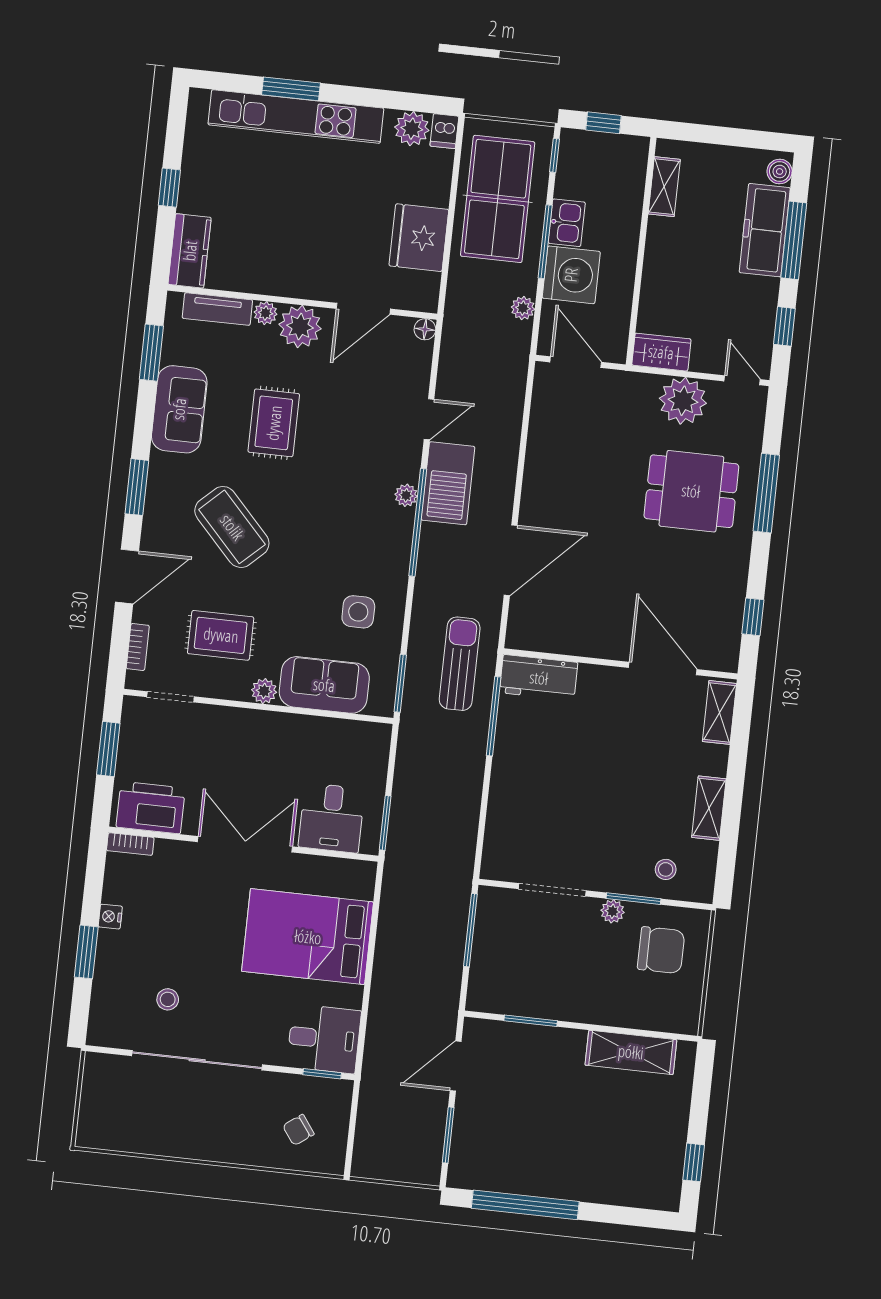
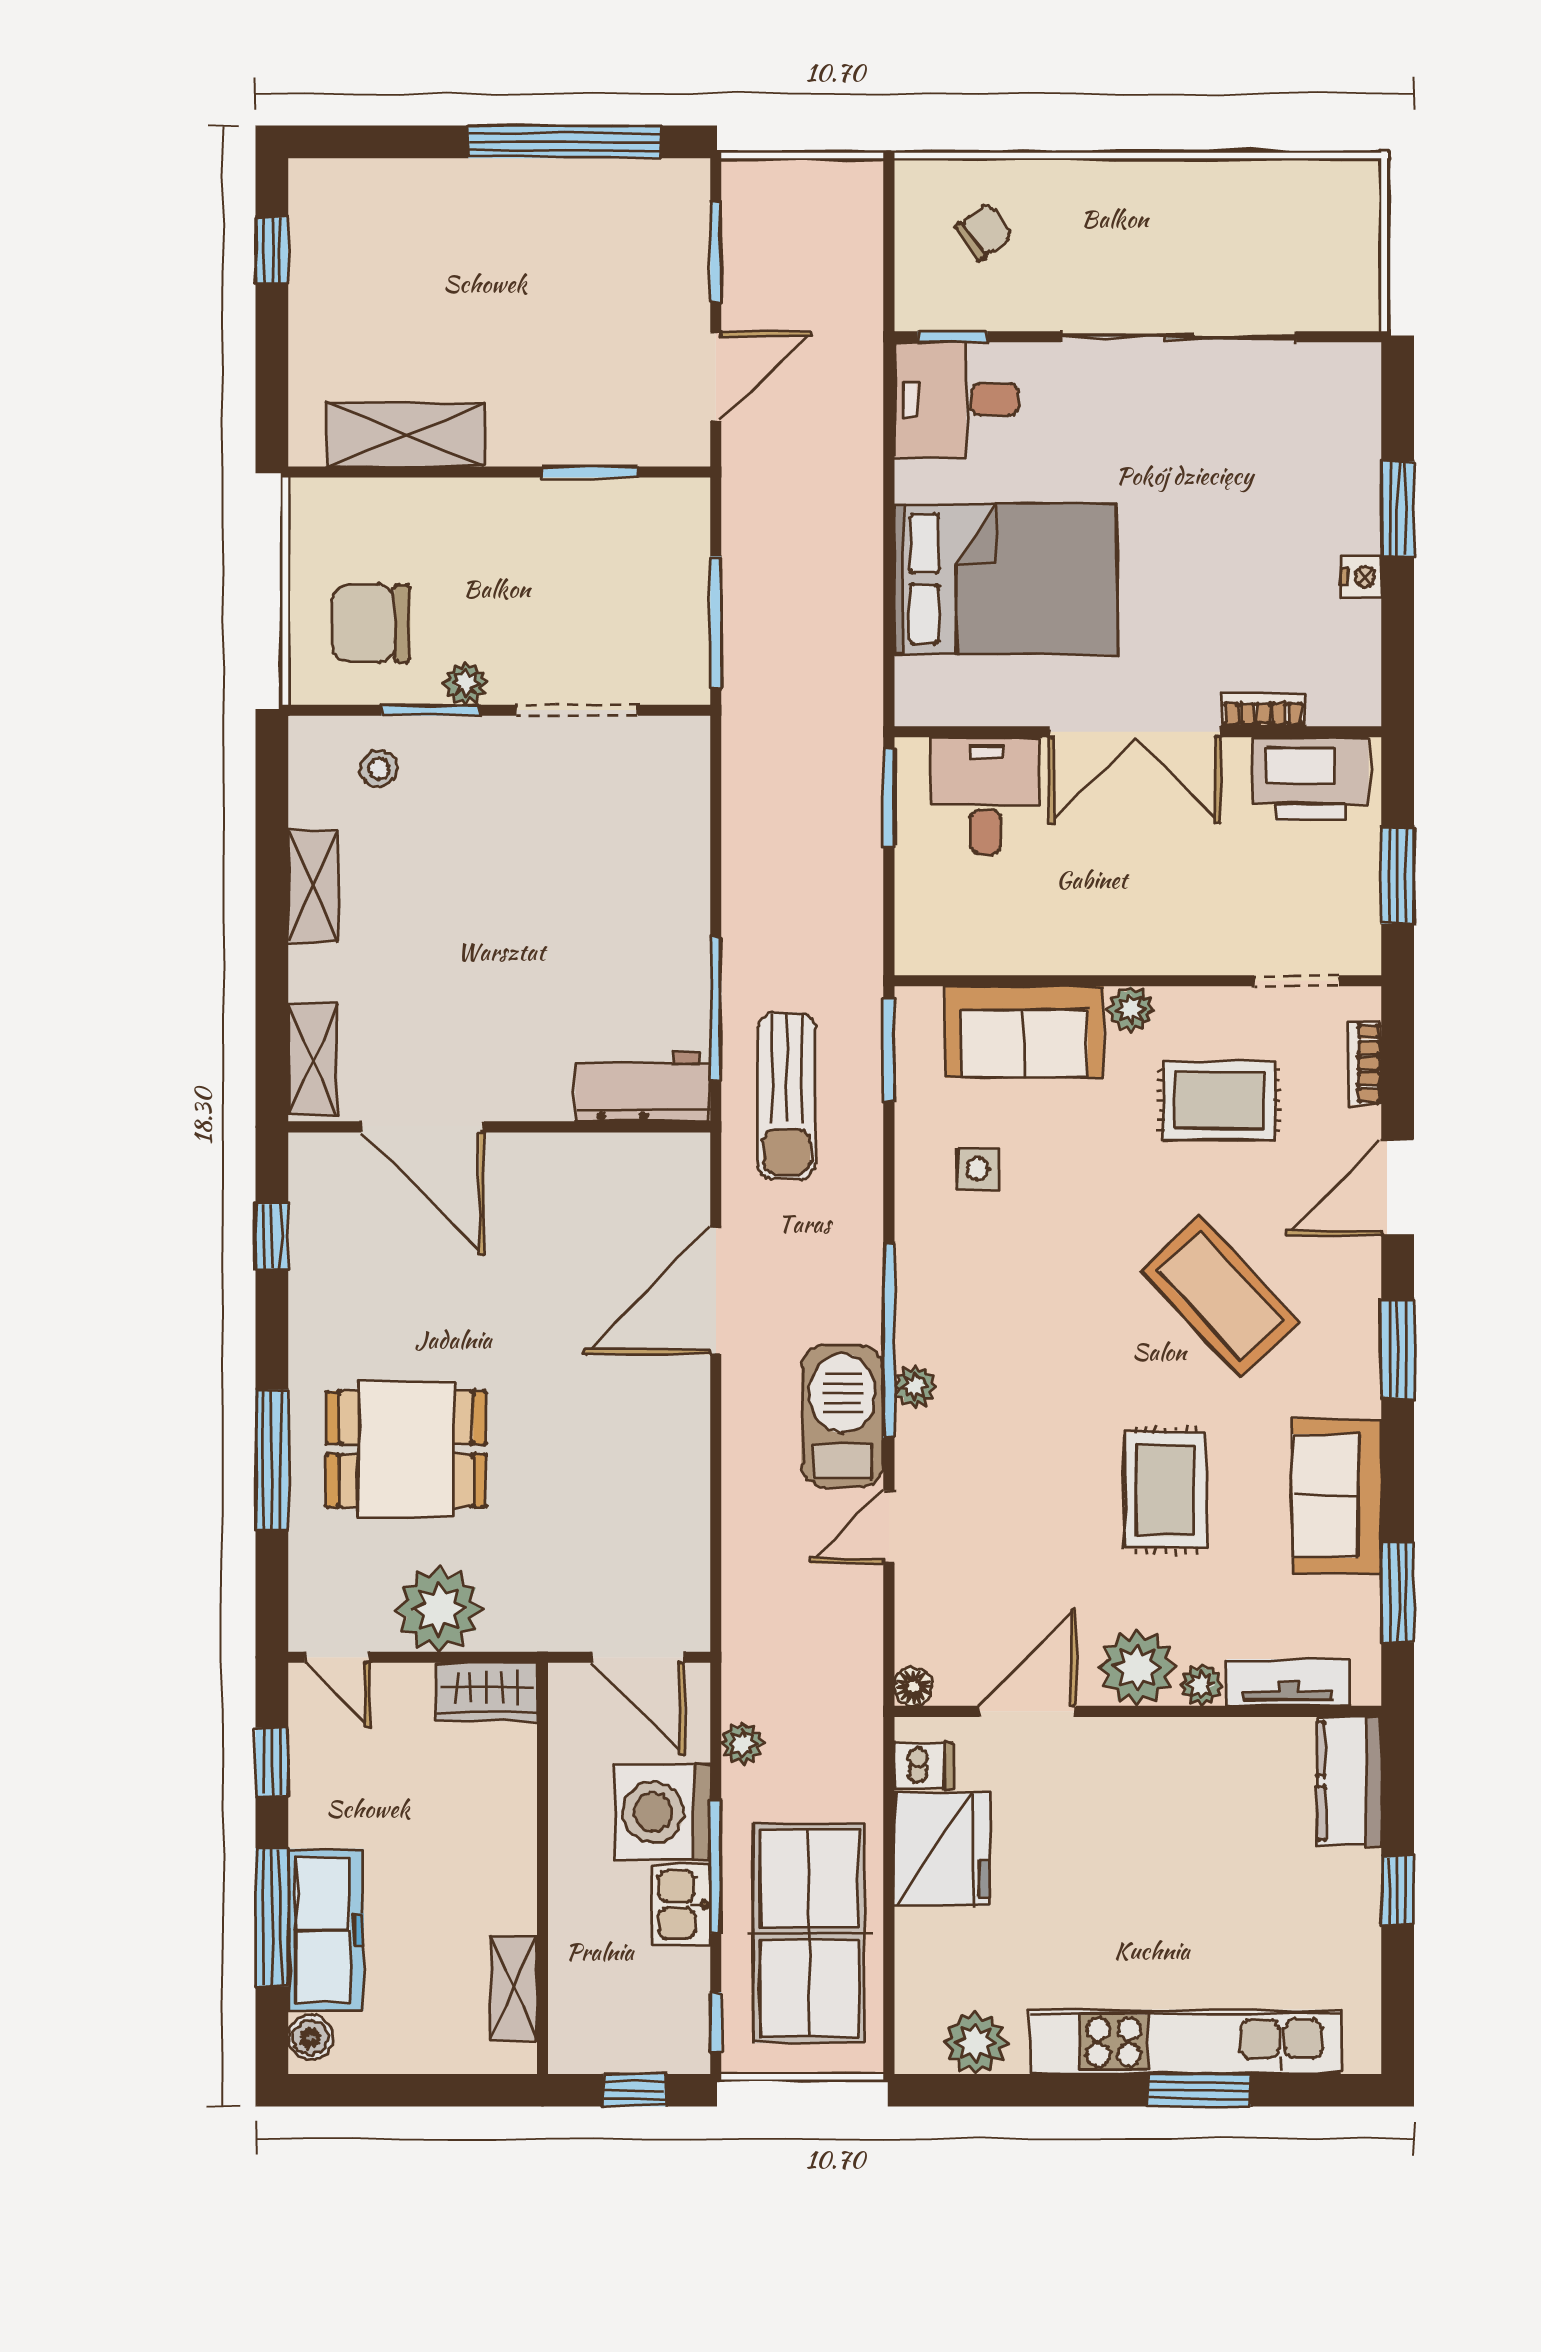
dishwasher: (444, 131) -> (924, 1766), moved, turned 90
side table: (358, 612) -> (978, 1169), width x0.73, depth x0.73
bookcase: (130, 844) -> (1263, 710), moved
stool: (168, 999) -> (1243, 440), removed

